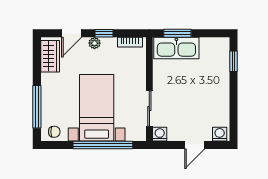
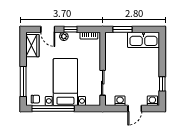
door: (72, 33) -> (48, 29), hinge flipped
kitchen sink: (176, 48) -> (143, 40), moved
window: (234, 61) -> (162, 84), moved
washing machine: (160, 134) -> (120, 101), moved
window: (103, 145) -> (53, 108), moved

